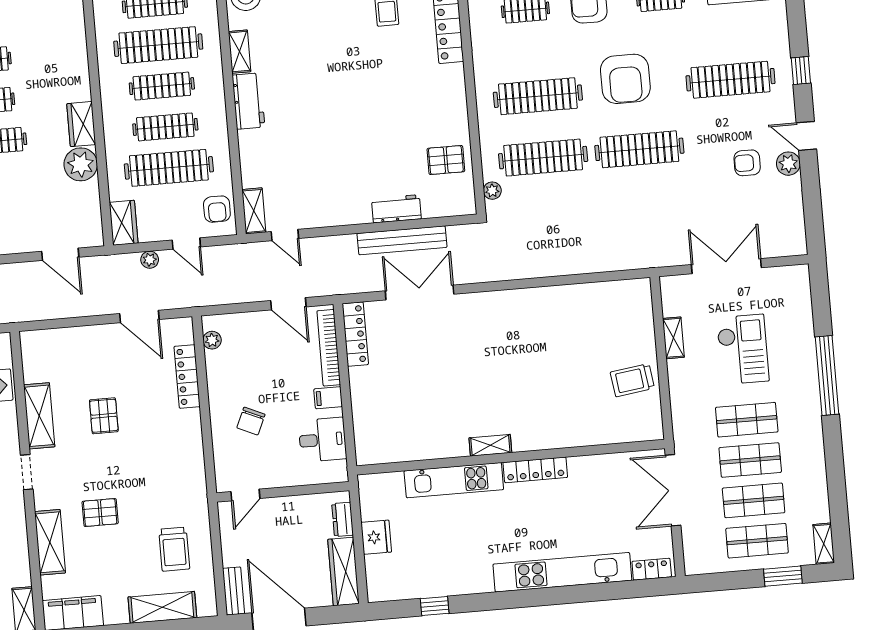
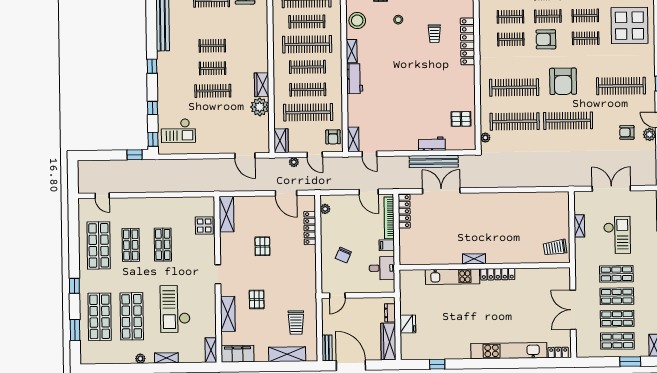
shelving: (39, 416) -> (226, 214), moved
shelving: (490, 445) -> (474, 259), moved
wall: (511, 457) -> (485, 266), moved
locker: (535, 470) -> (498, 274), moved
kitchen unit: (454, 480) -> (453, 277), moved
pallet: (100, 513) -> (257, 299), turned 90

